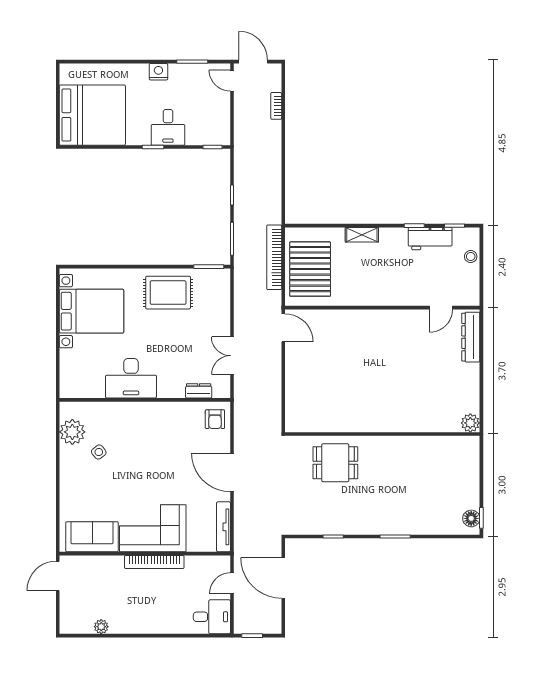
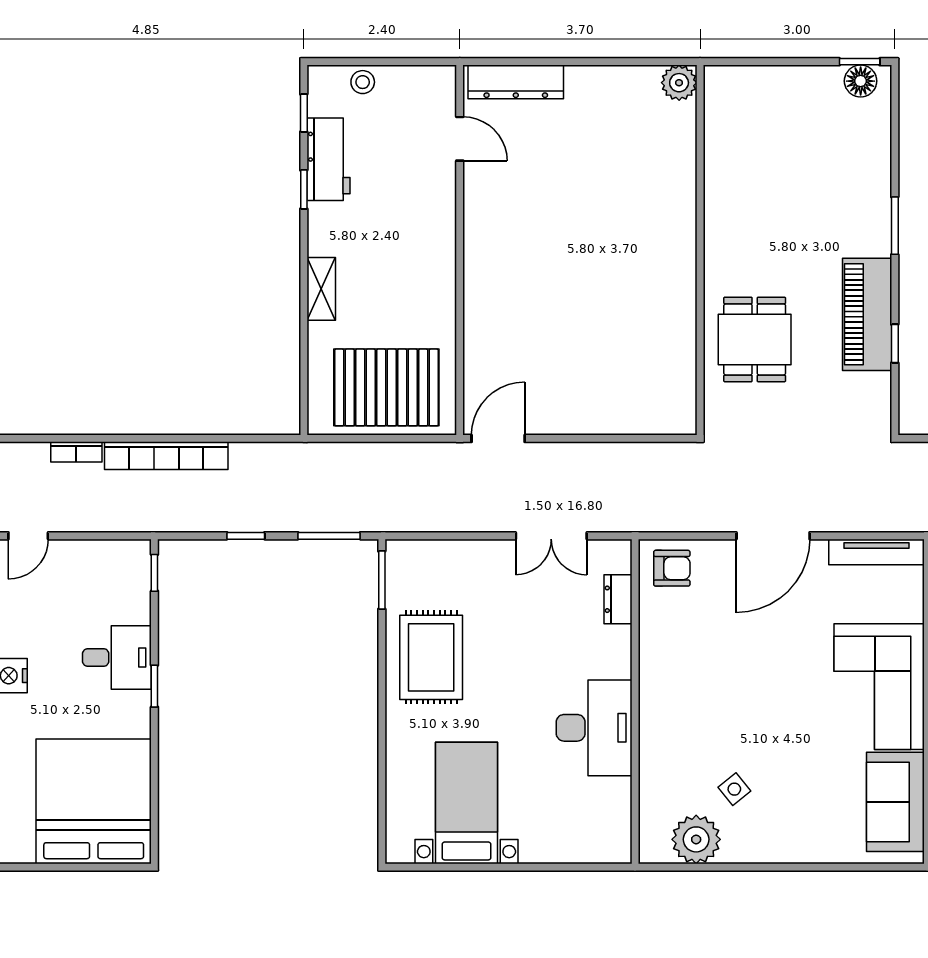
bookcase: (274, 257) -> (166, 456), moved
bed with nightstands: (92, 311) -> (466, 803), width x0.73
piano: (349, 522) -> (867, 314), added

